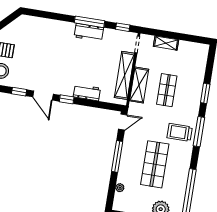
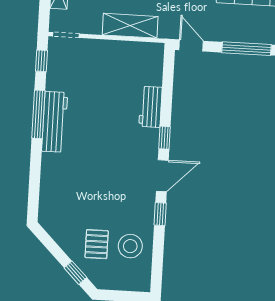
workbench: (89, 32) -> (55, 122), width x1.38
shelving: (124, 75) -> (117, 50), removed

